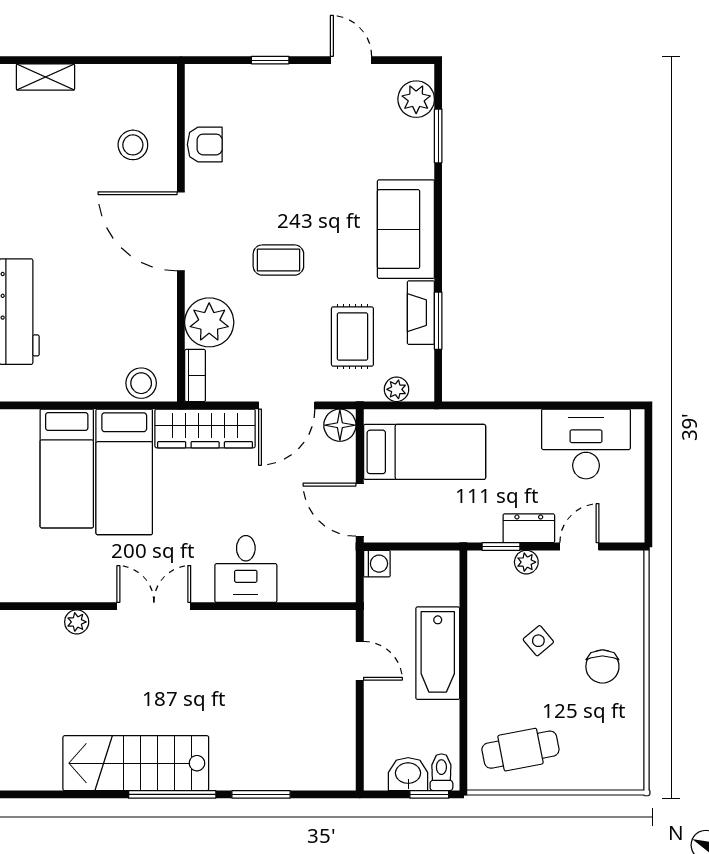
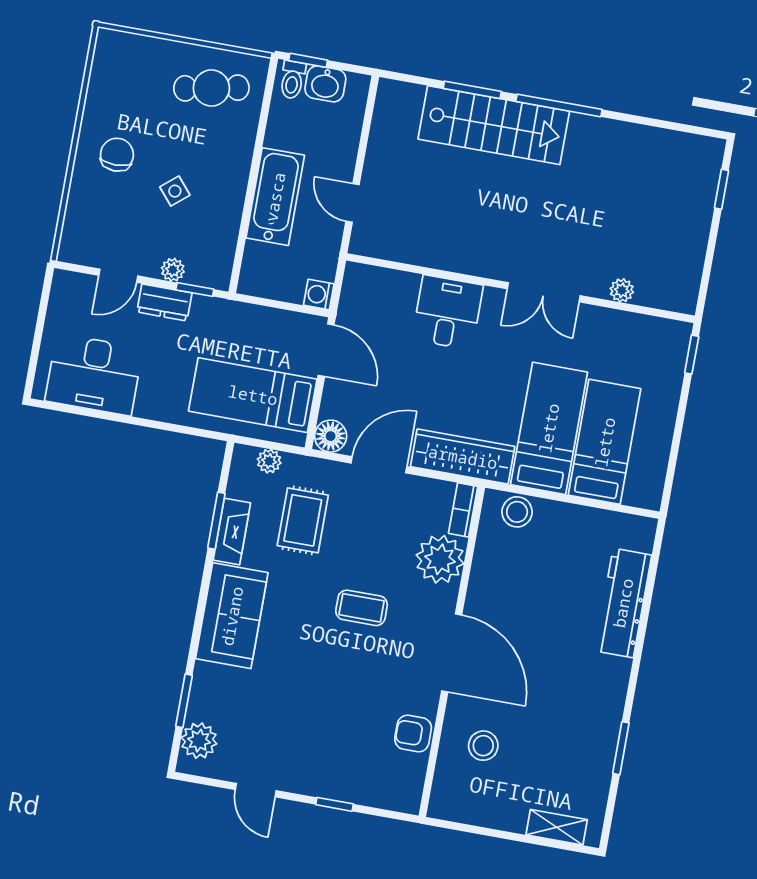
stairs: (136, 763) -> (494, 125), moved

